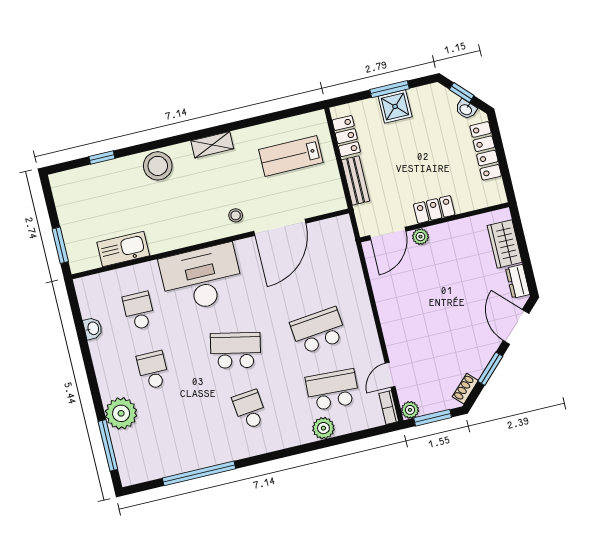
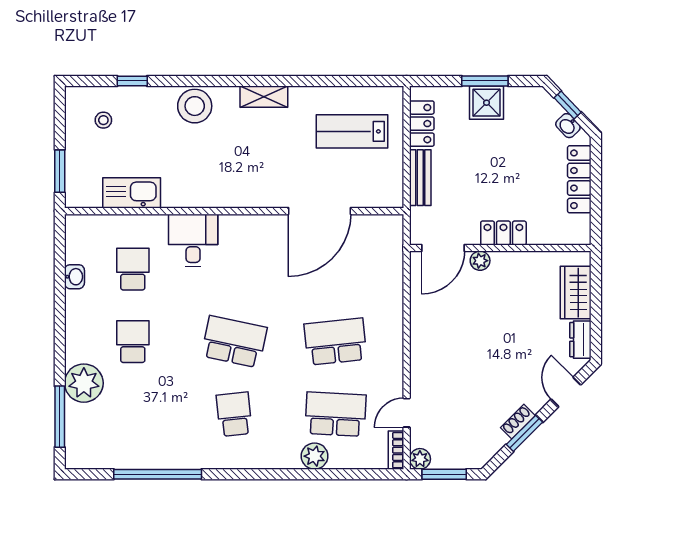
stool: (236, 215) -> (103, 120), moved
desk: (201, 278) -> (193, 240), width x0.53, depth x0.77
door: (516, 327) -> (566, 392), width x0.73
shoe rack: (465, 389) -> (518, 422), moved

